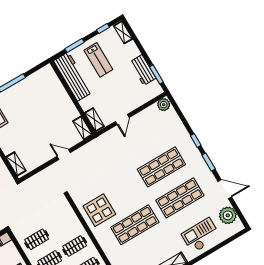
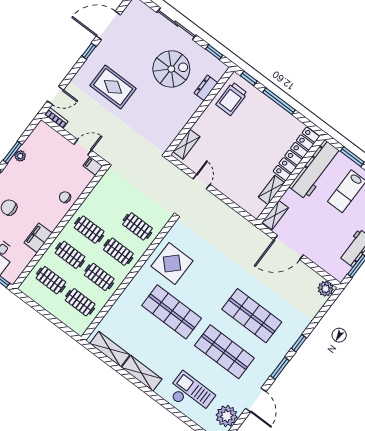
locker: (56, 86) -> (296, 154), added
door: (122, 120) -> (289, 247), width x1.88
shelving: (83, 128) -> (271, 190), moved
door: (64, 154) -> (202, 182), moved
clothes rail: (37, 239) -> (138, 226), moved

